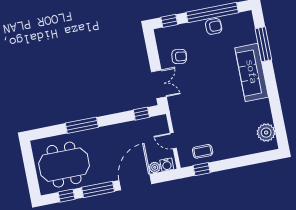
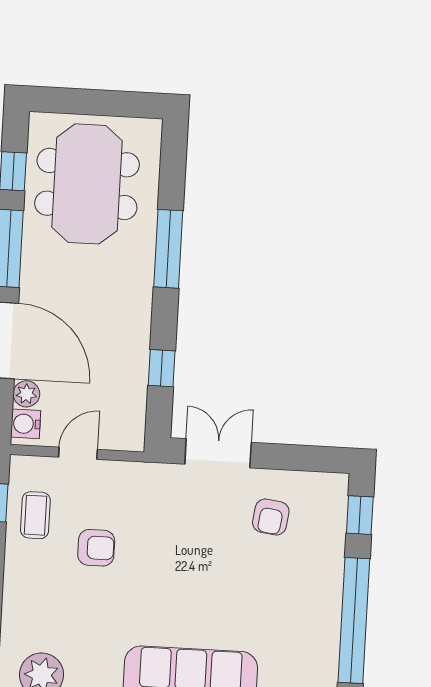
armchair: (214, 26) -> (96, 548), moved, turned -90
double door: (159, 84) -> (218, 453), swing flipped
window: (141, 114) -> (162, 368), moved

